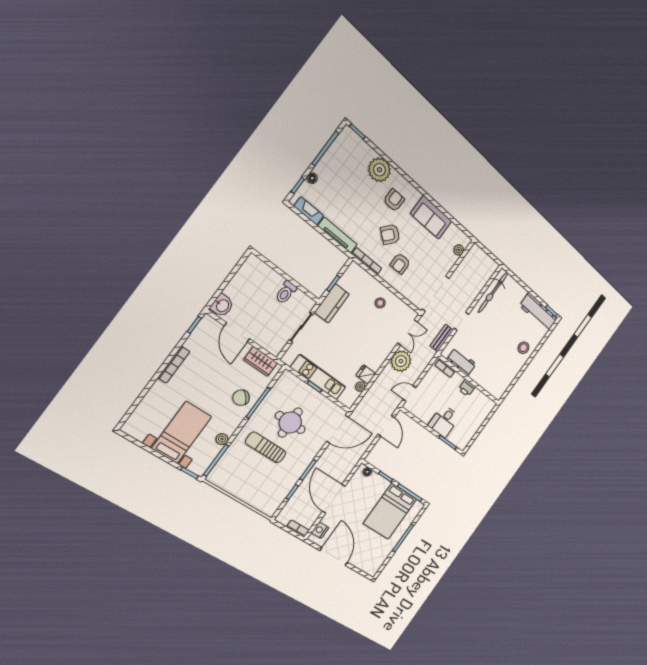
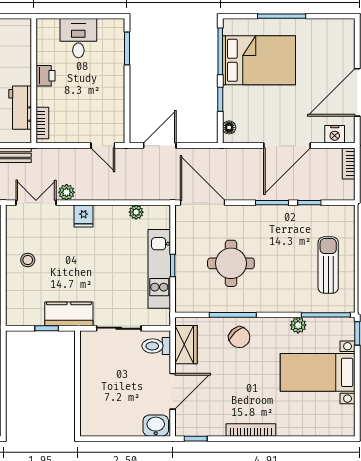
toilet: (286, 292) -> (156, 346), moved, turned 180
plant: (401, 361) -> (67, 192), width x0.53, depth x0.53
fridge: (366, 374) -> (84, 216), moved
desk: (444, 421) -> (78, 38), moved, turned -90
sun lounger: (266, 447) -> (328, 265), moved, turned 180

